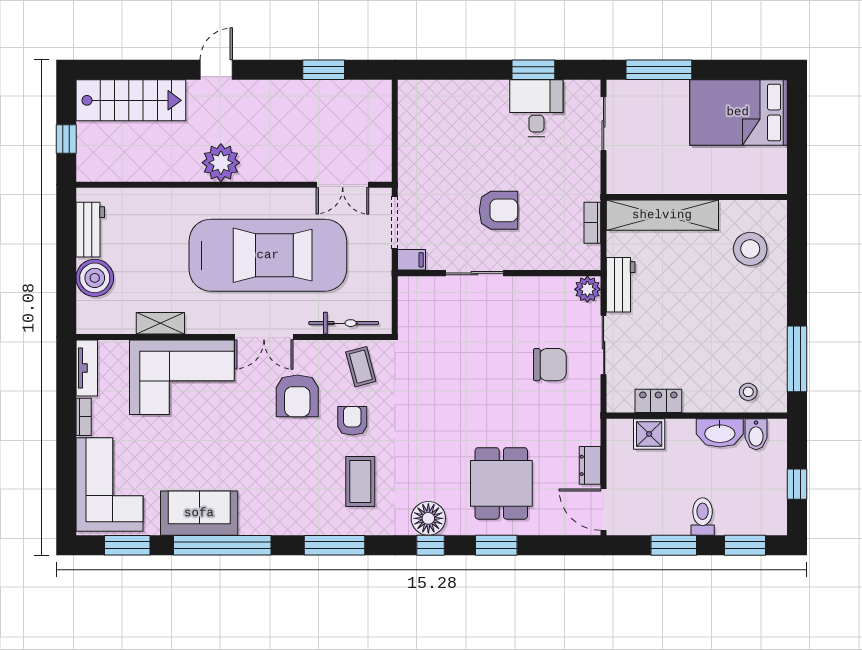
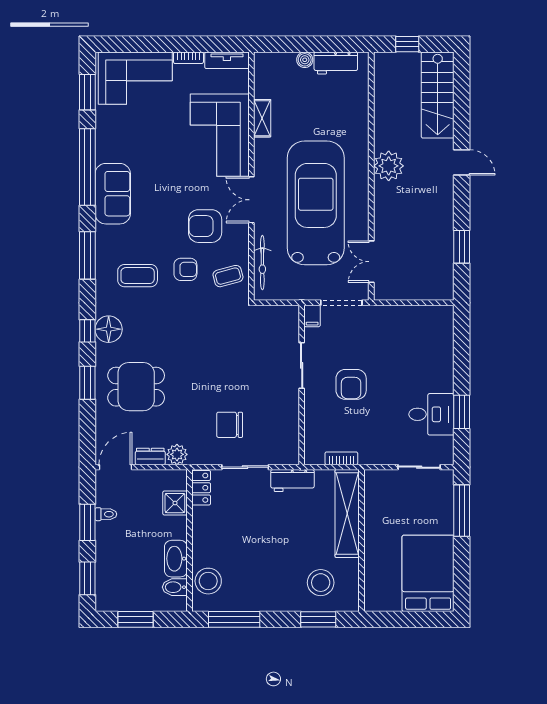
window: (797, 252) -> (318, 619), added
car: (268, 255) -> (316, 203), turned 180
boiler: (95, 278) -> (305, 60), width x0.54, depth x0.54
plant: (587, 289) -> (177, 454), moved
chair: (550, 365) -> (230, 425), turned 90
stool: (748, 392) -> (208, 581), width x1.89, depth x1.89
locker: (658, 401) -> (201, 488), moved
window: (797, 484) -> (136, 619), width x1.50
sofa: (199, 513) -> (113, 194), moved
toilet: (703, 517) -> (106, 514), moved, width x0.73, depth x0.72

